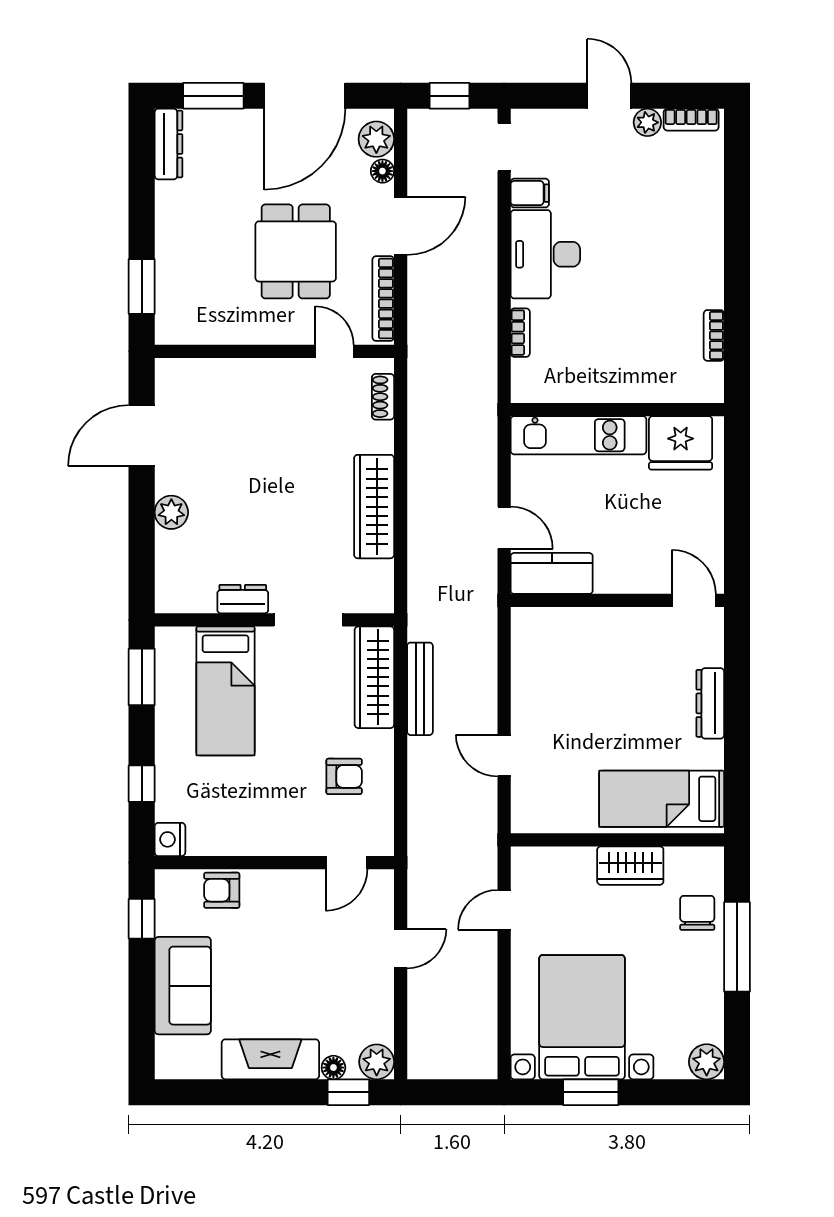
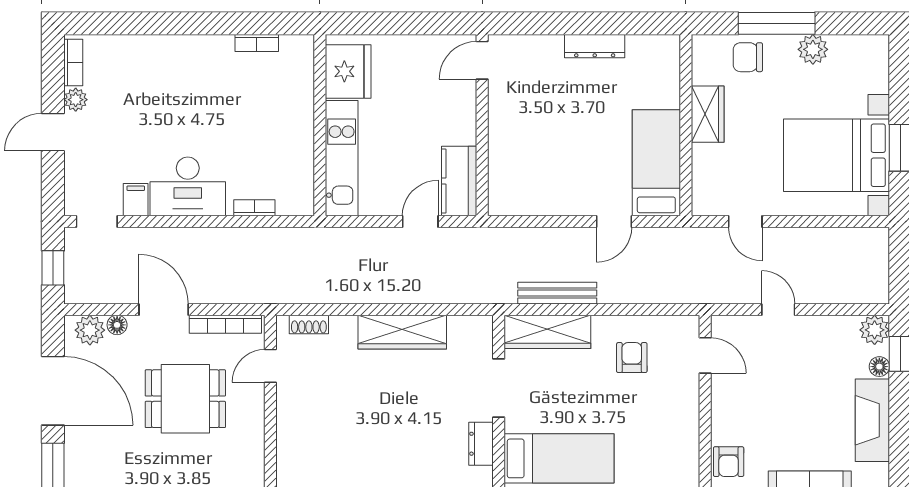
dresser: (710, 703) -> (595, 46), moved
bed: (662, 799) -> (656, 163), moved, turned 180
plant: (707, 1062) -> (813, 49), moved

